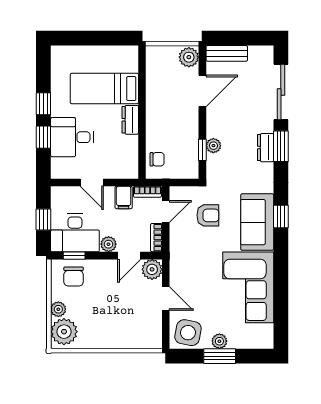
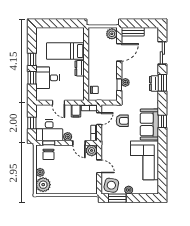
sliding door: (281, 92) -> (162, 53), width x0.73
door: (129, 256) -> (79, 143), hinge flipped
window: (220, 356) -> (117, 198), moved

